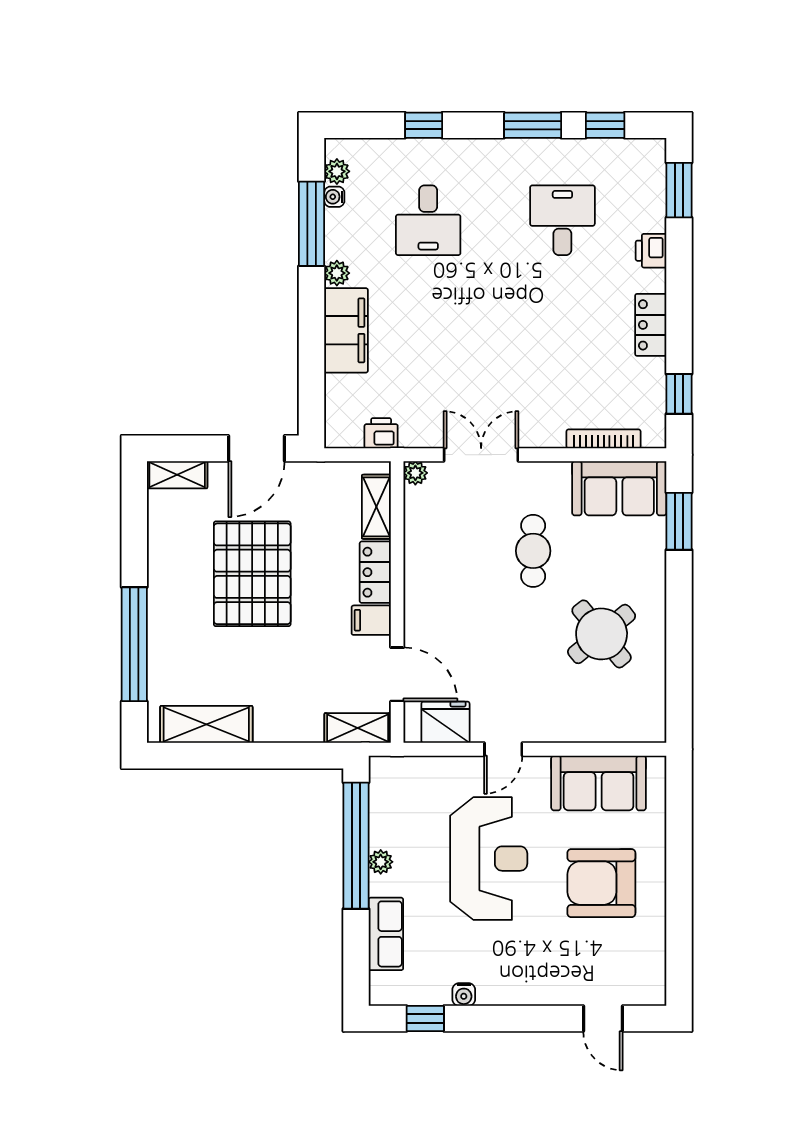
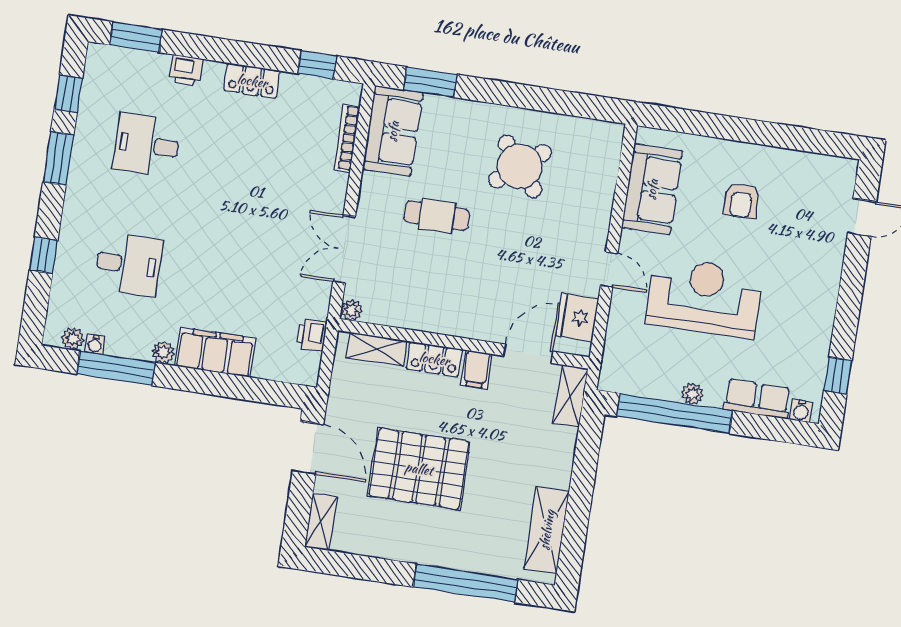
armchair: (601, 883) -> (741, 200), width x0.53, depth x0.53
water cooler: (464, 994) -> (801, 411), moved, turned 90

